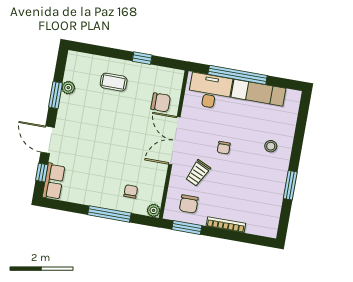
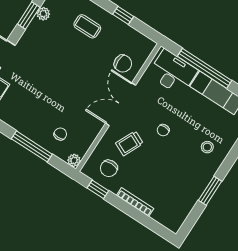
window: (187, 228) -> (98, 189), width x0.67

